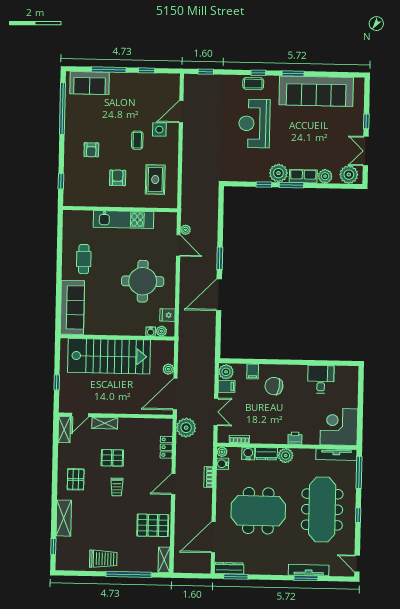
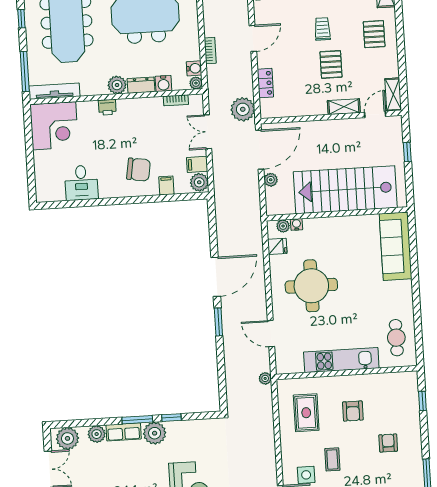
plant: (186, 230) -> (265, 378), moved
cafe table: (84, 259) -> (396, 338), moved
pallet: (112, 458) -> (331, 64), turned 90

